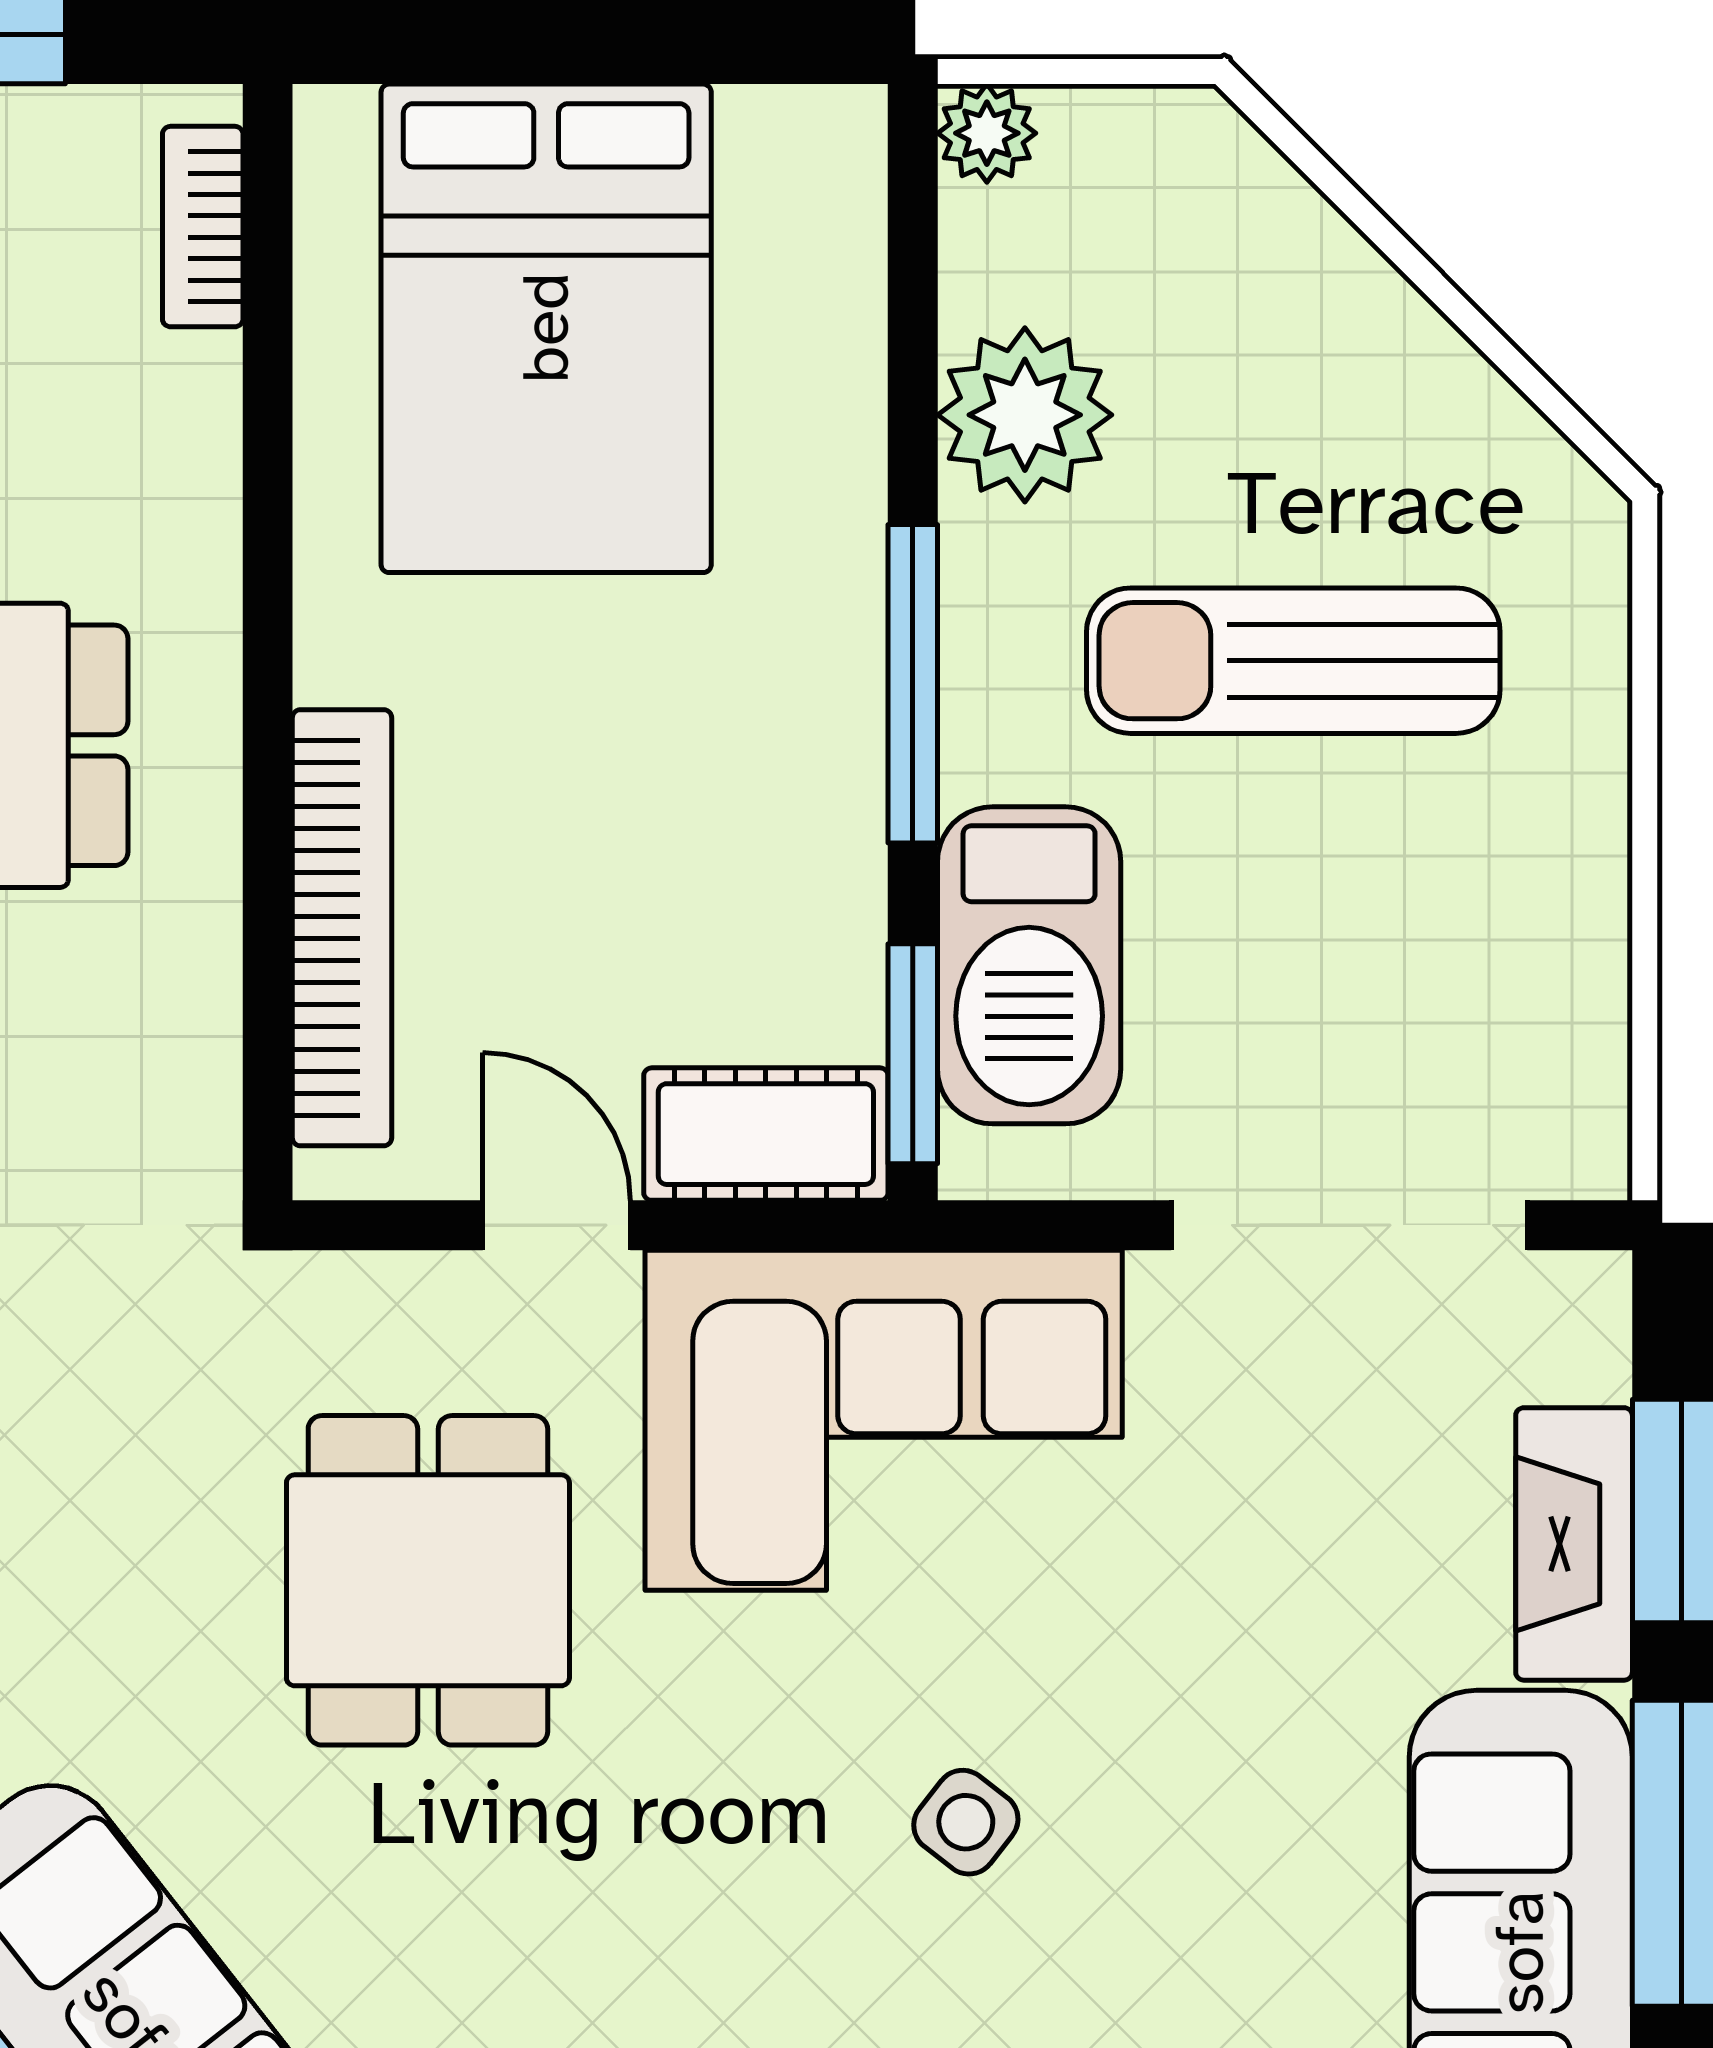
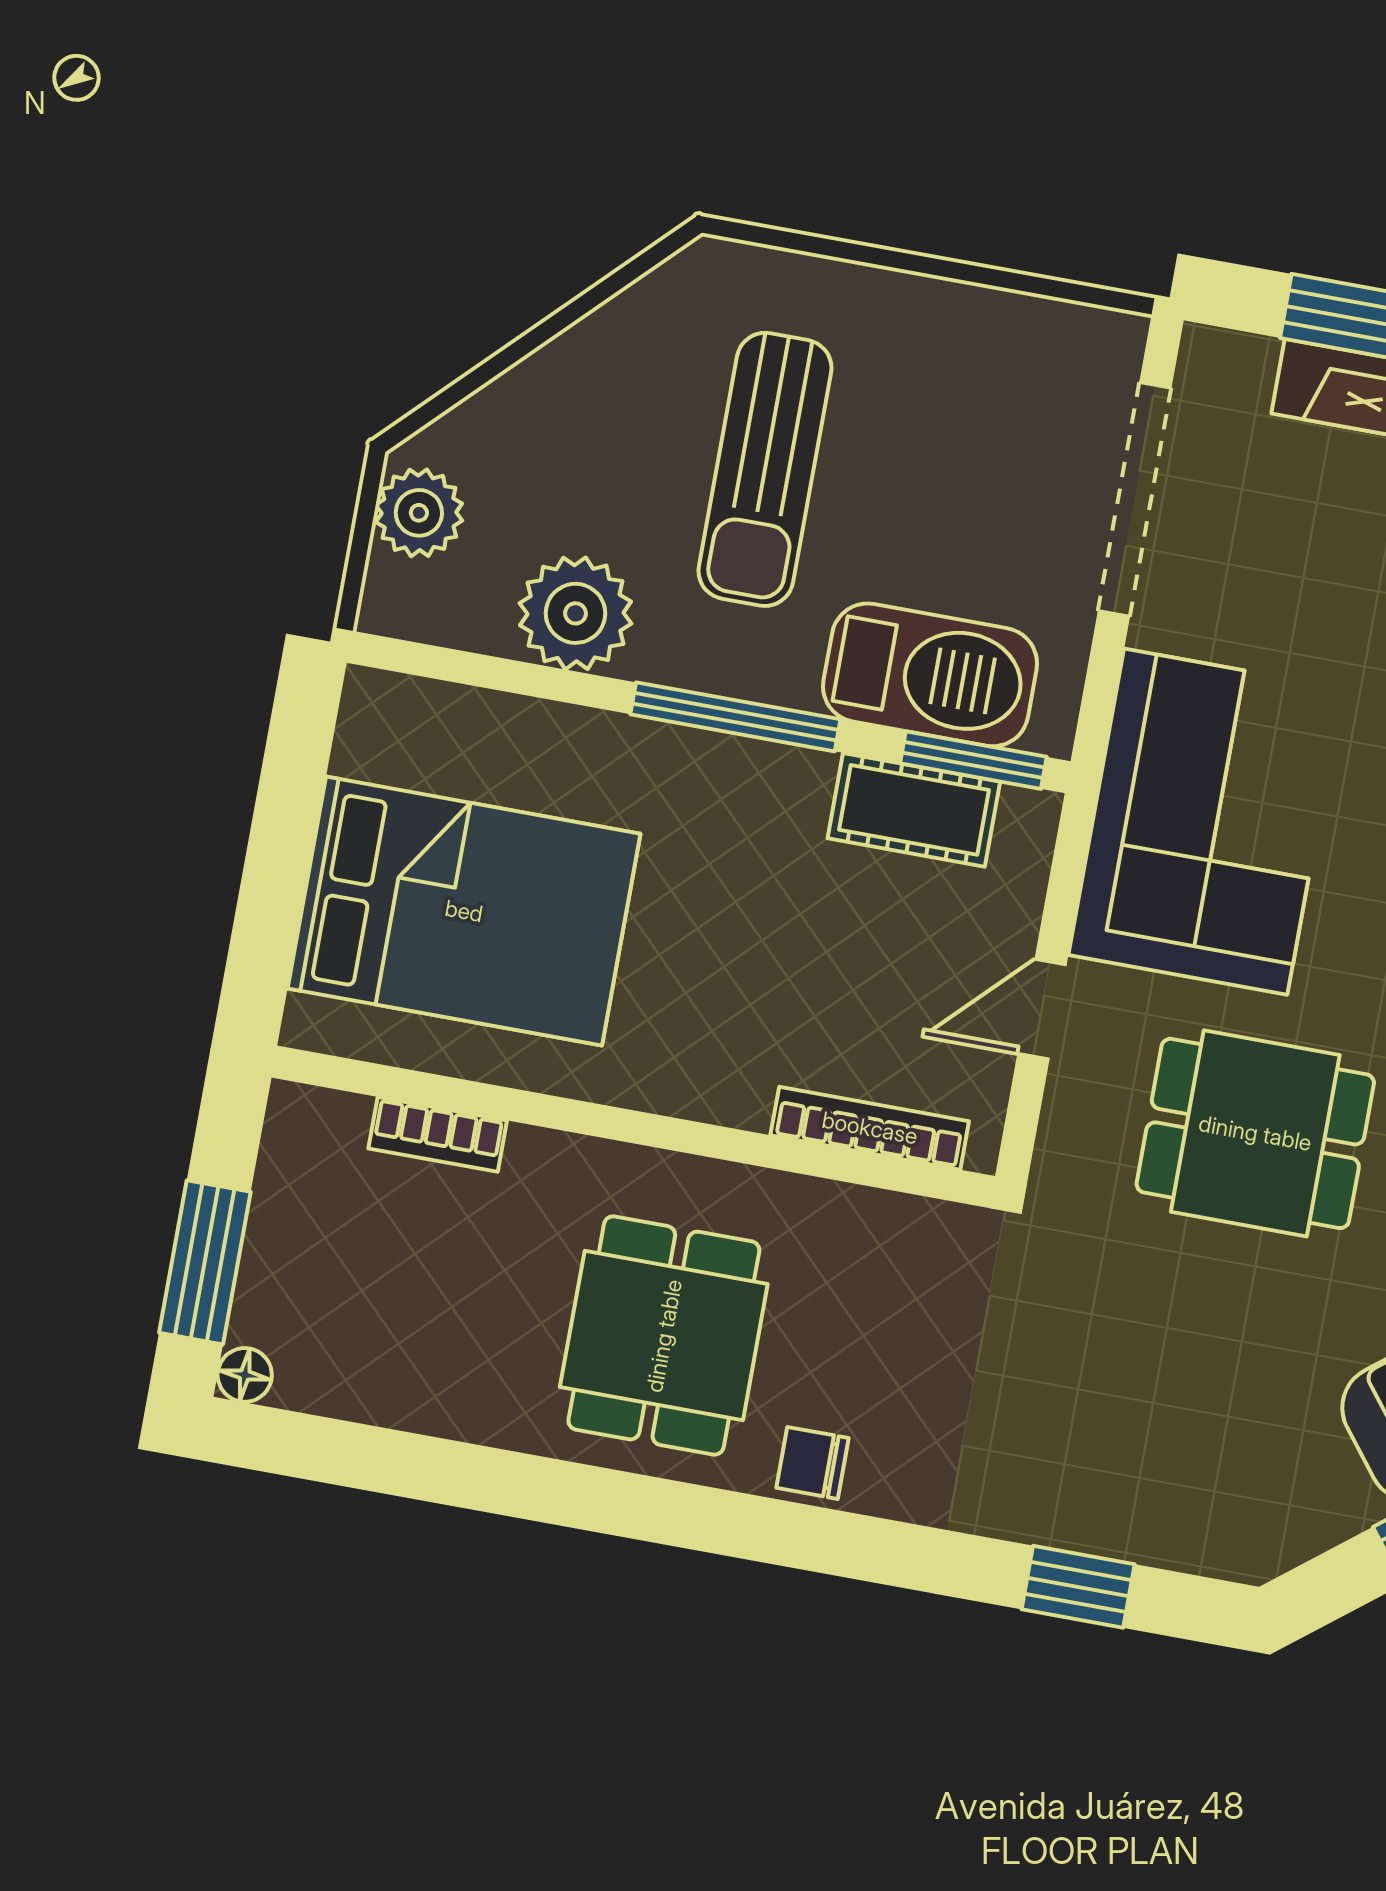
plant: (987, 133) -> (419, 513), moved, width x1.38, depth x1.38
bookcase: (203, 227) -> (438, 1134), moved
bookcase: (342, 928) -> (870, 1128), width x0.68, depth x0.76
cot: (766, 1134) -> (914, 810), moved, turned 90

